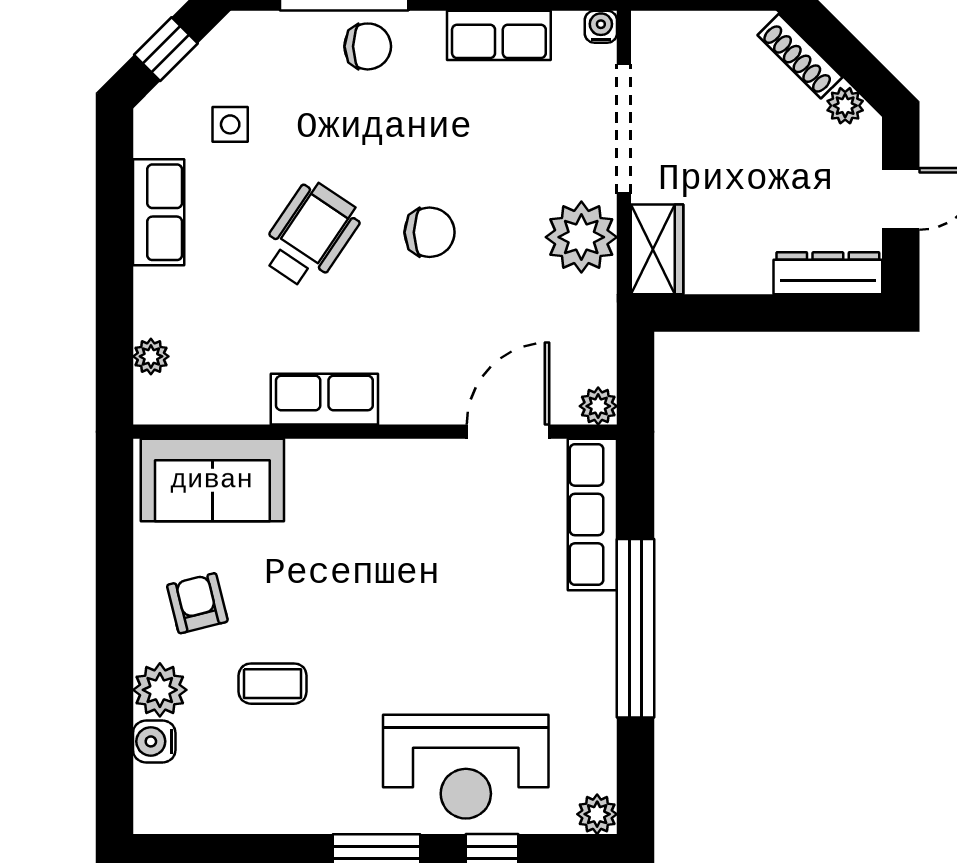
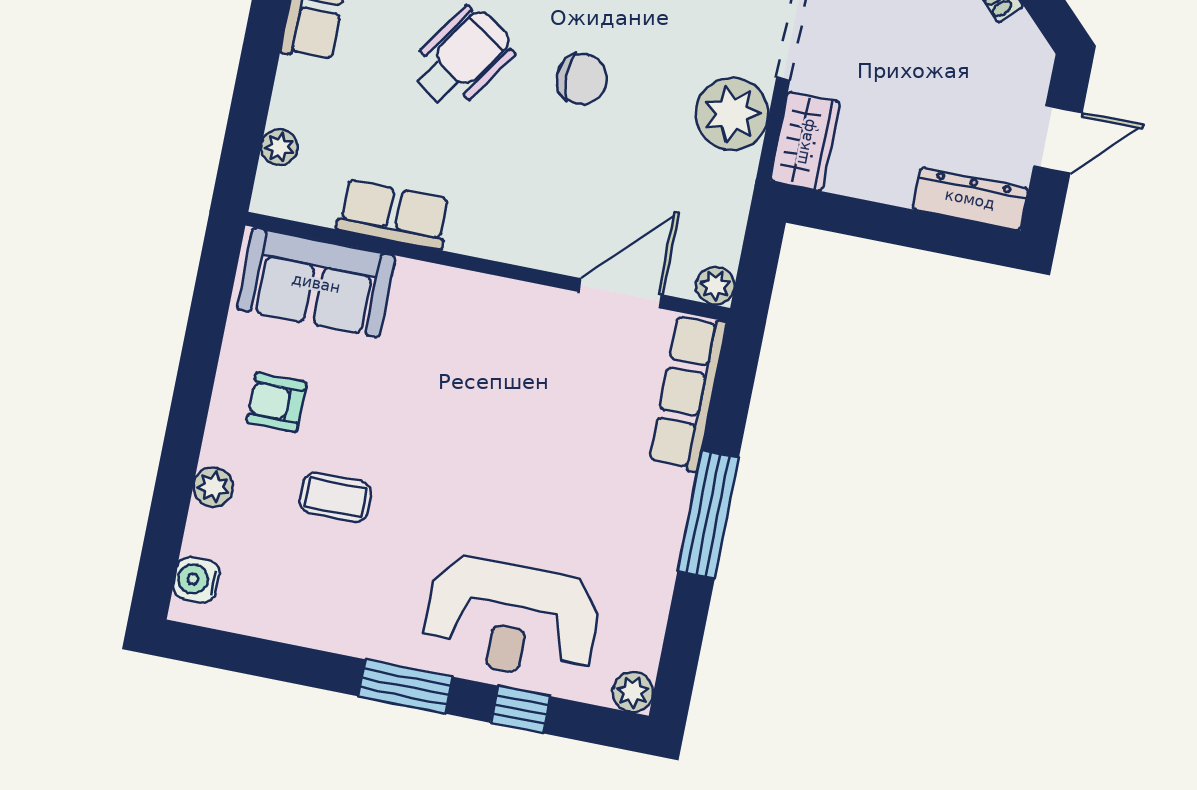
plant: (845, 106) -> (1021, 36), removed
row of seats: (324, 399) -> (394, 214), moved
armchair: (197, 603) -> (277, 402), turned -76
window: (636, 628) -> (708, 514), width x0.68
plant: (160, 690) -> (213, 487), width x0.73, depth x0.73
water cooler: (154, 741) -> (196, 580), moved

